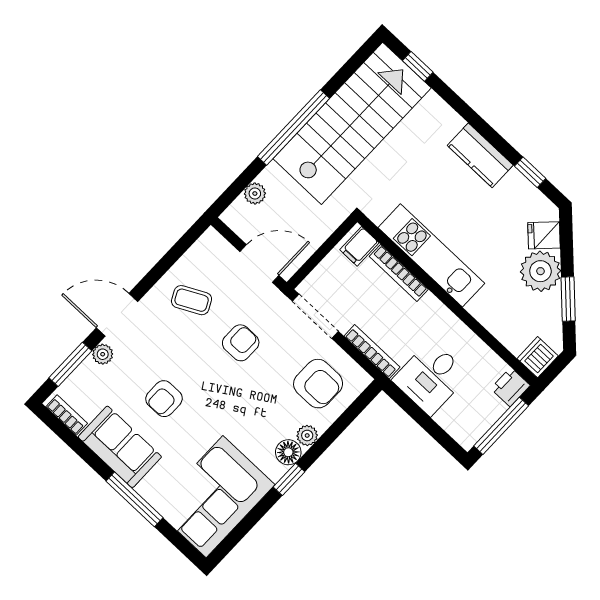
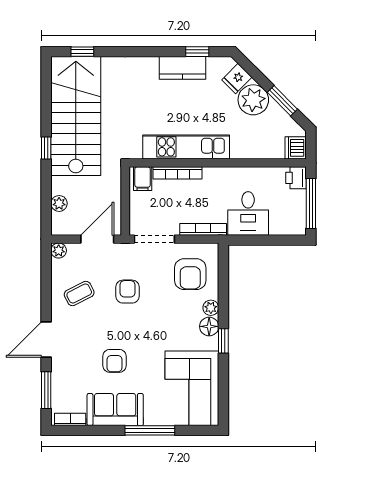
window: (293, 127) -> (46, 148), width x0.32
kitchen counter: (480, 155) -> (182, 68), moved
plant: (103, 354) -> (59, 251), moved
armchair: (318, 384) -> (190, 274), turned 90

